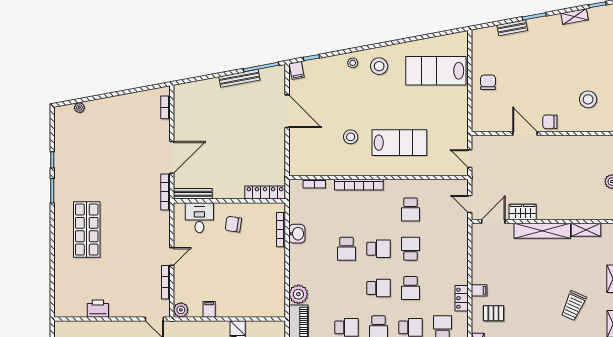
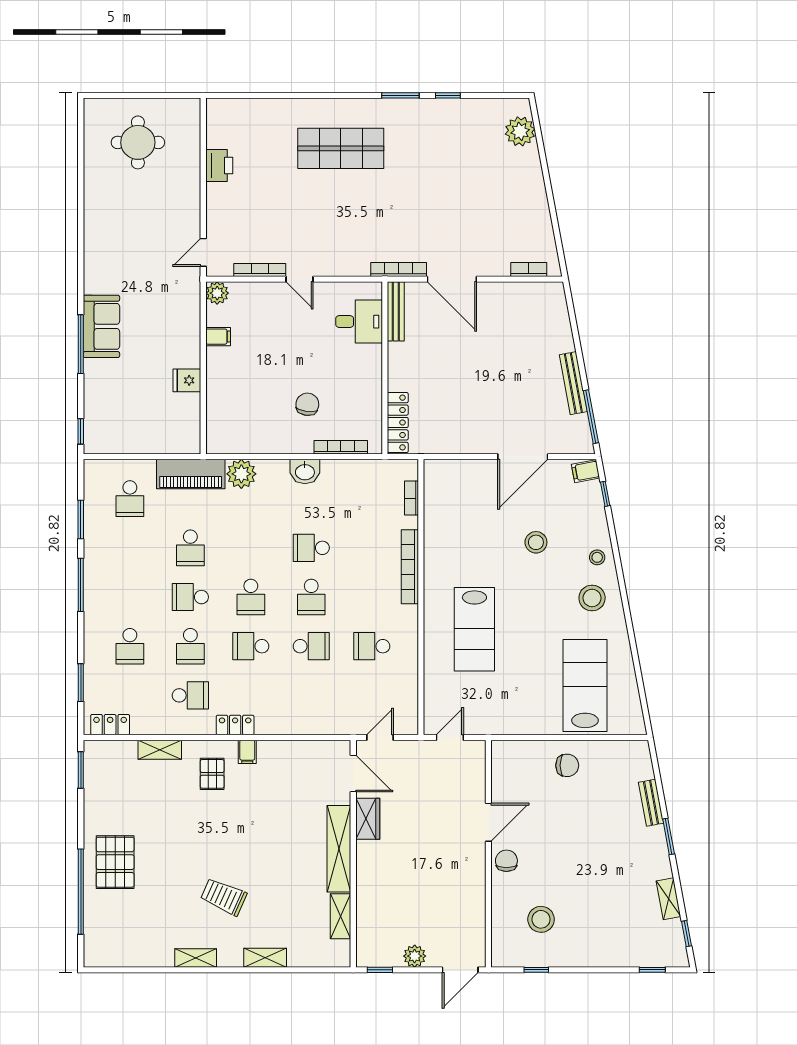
plant: (79, 108) -> (520, 131), width x1.88, depth x1.88
stool: (351, 137) -> (536, 542), moved
chair: (233, 224) -> (307, 404), moved
washbasin: (297, 234) -> (305, 472), moved

